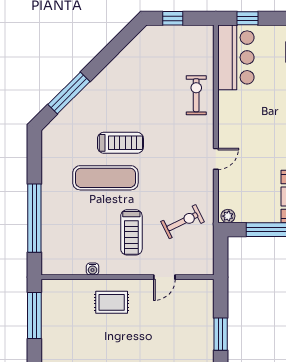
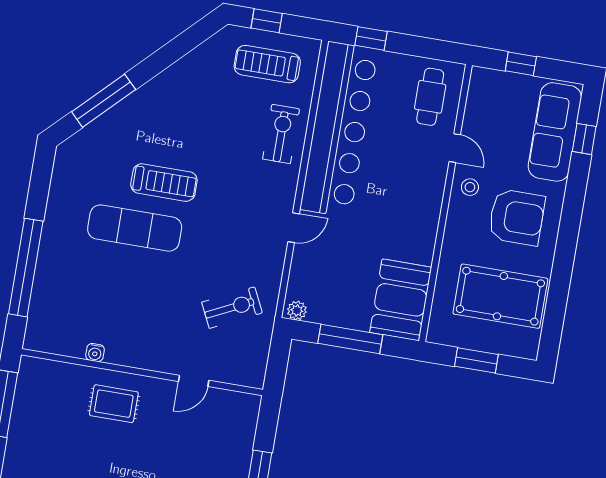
bar counter: (236, 57) -> (339, 129), width x1.86
treadmill: (131, 232) -> (267, 64), moved, turned 90

